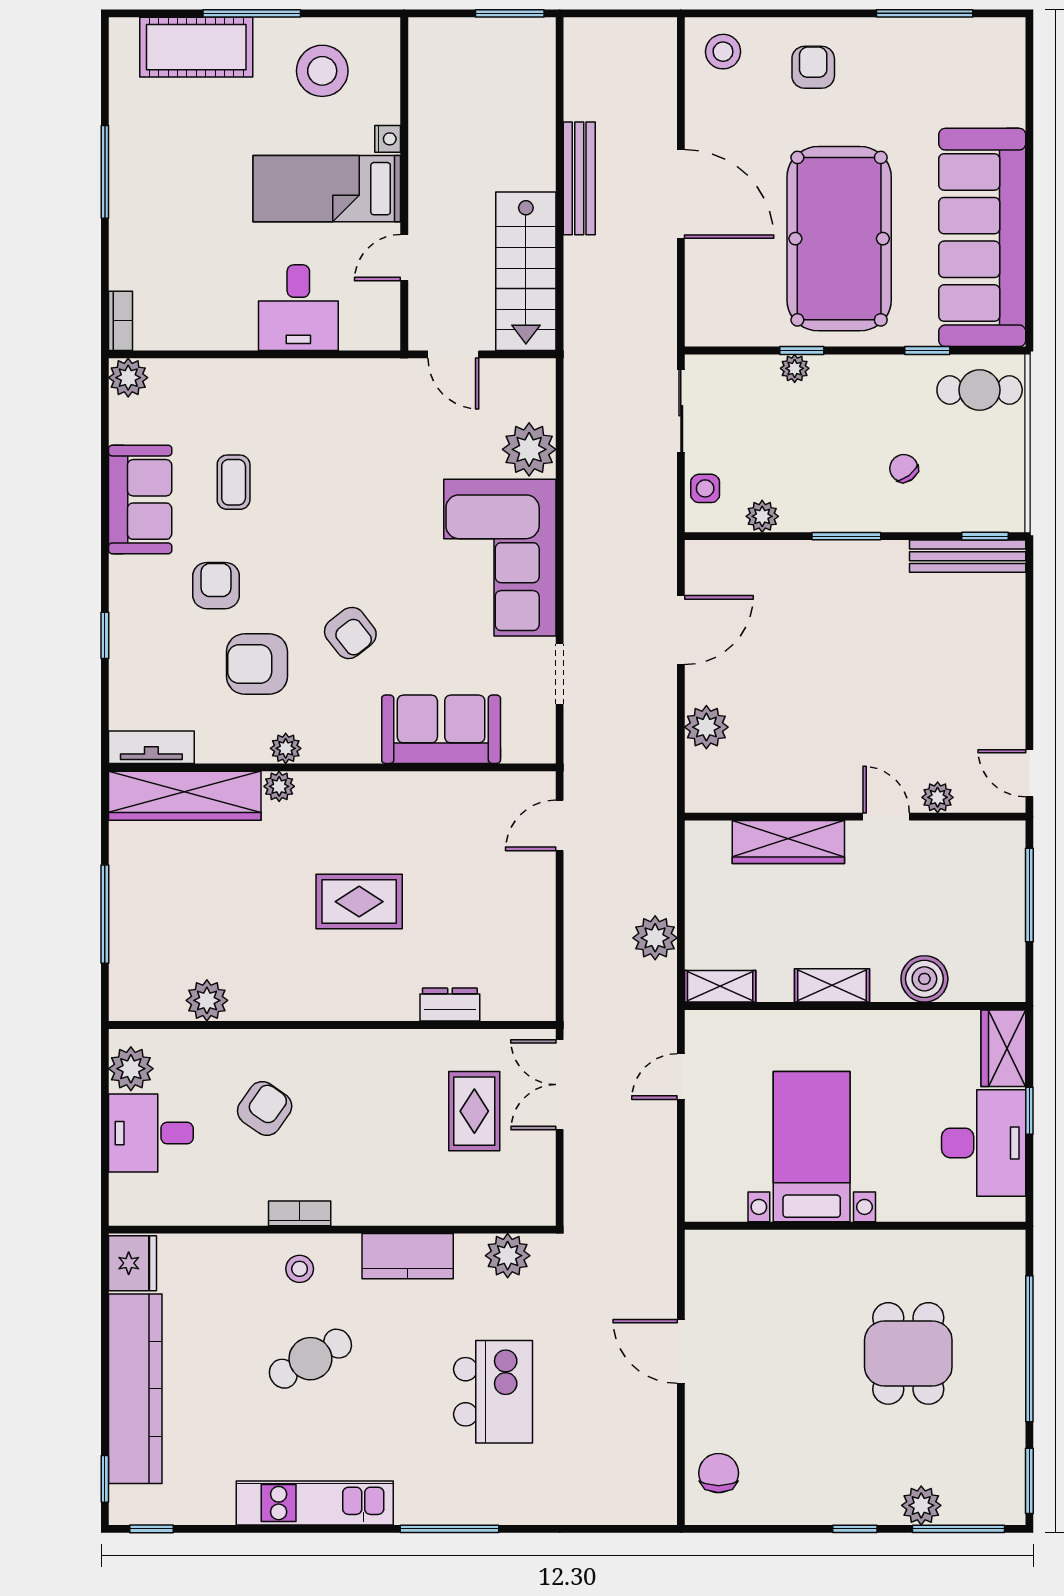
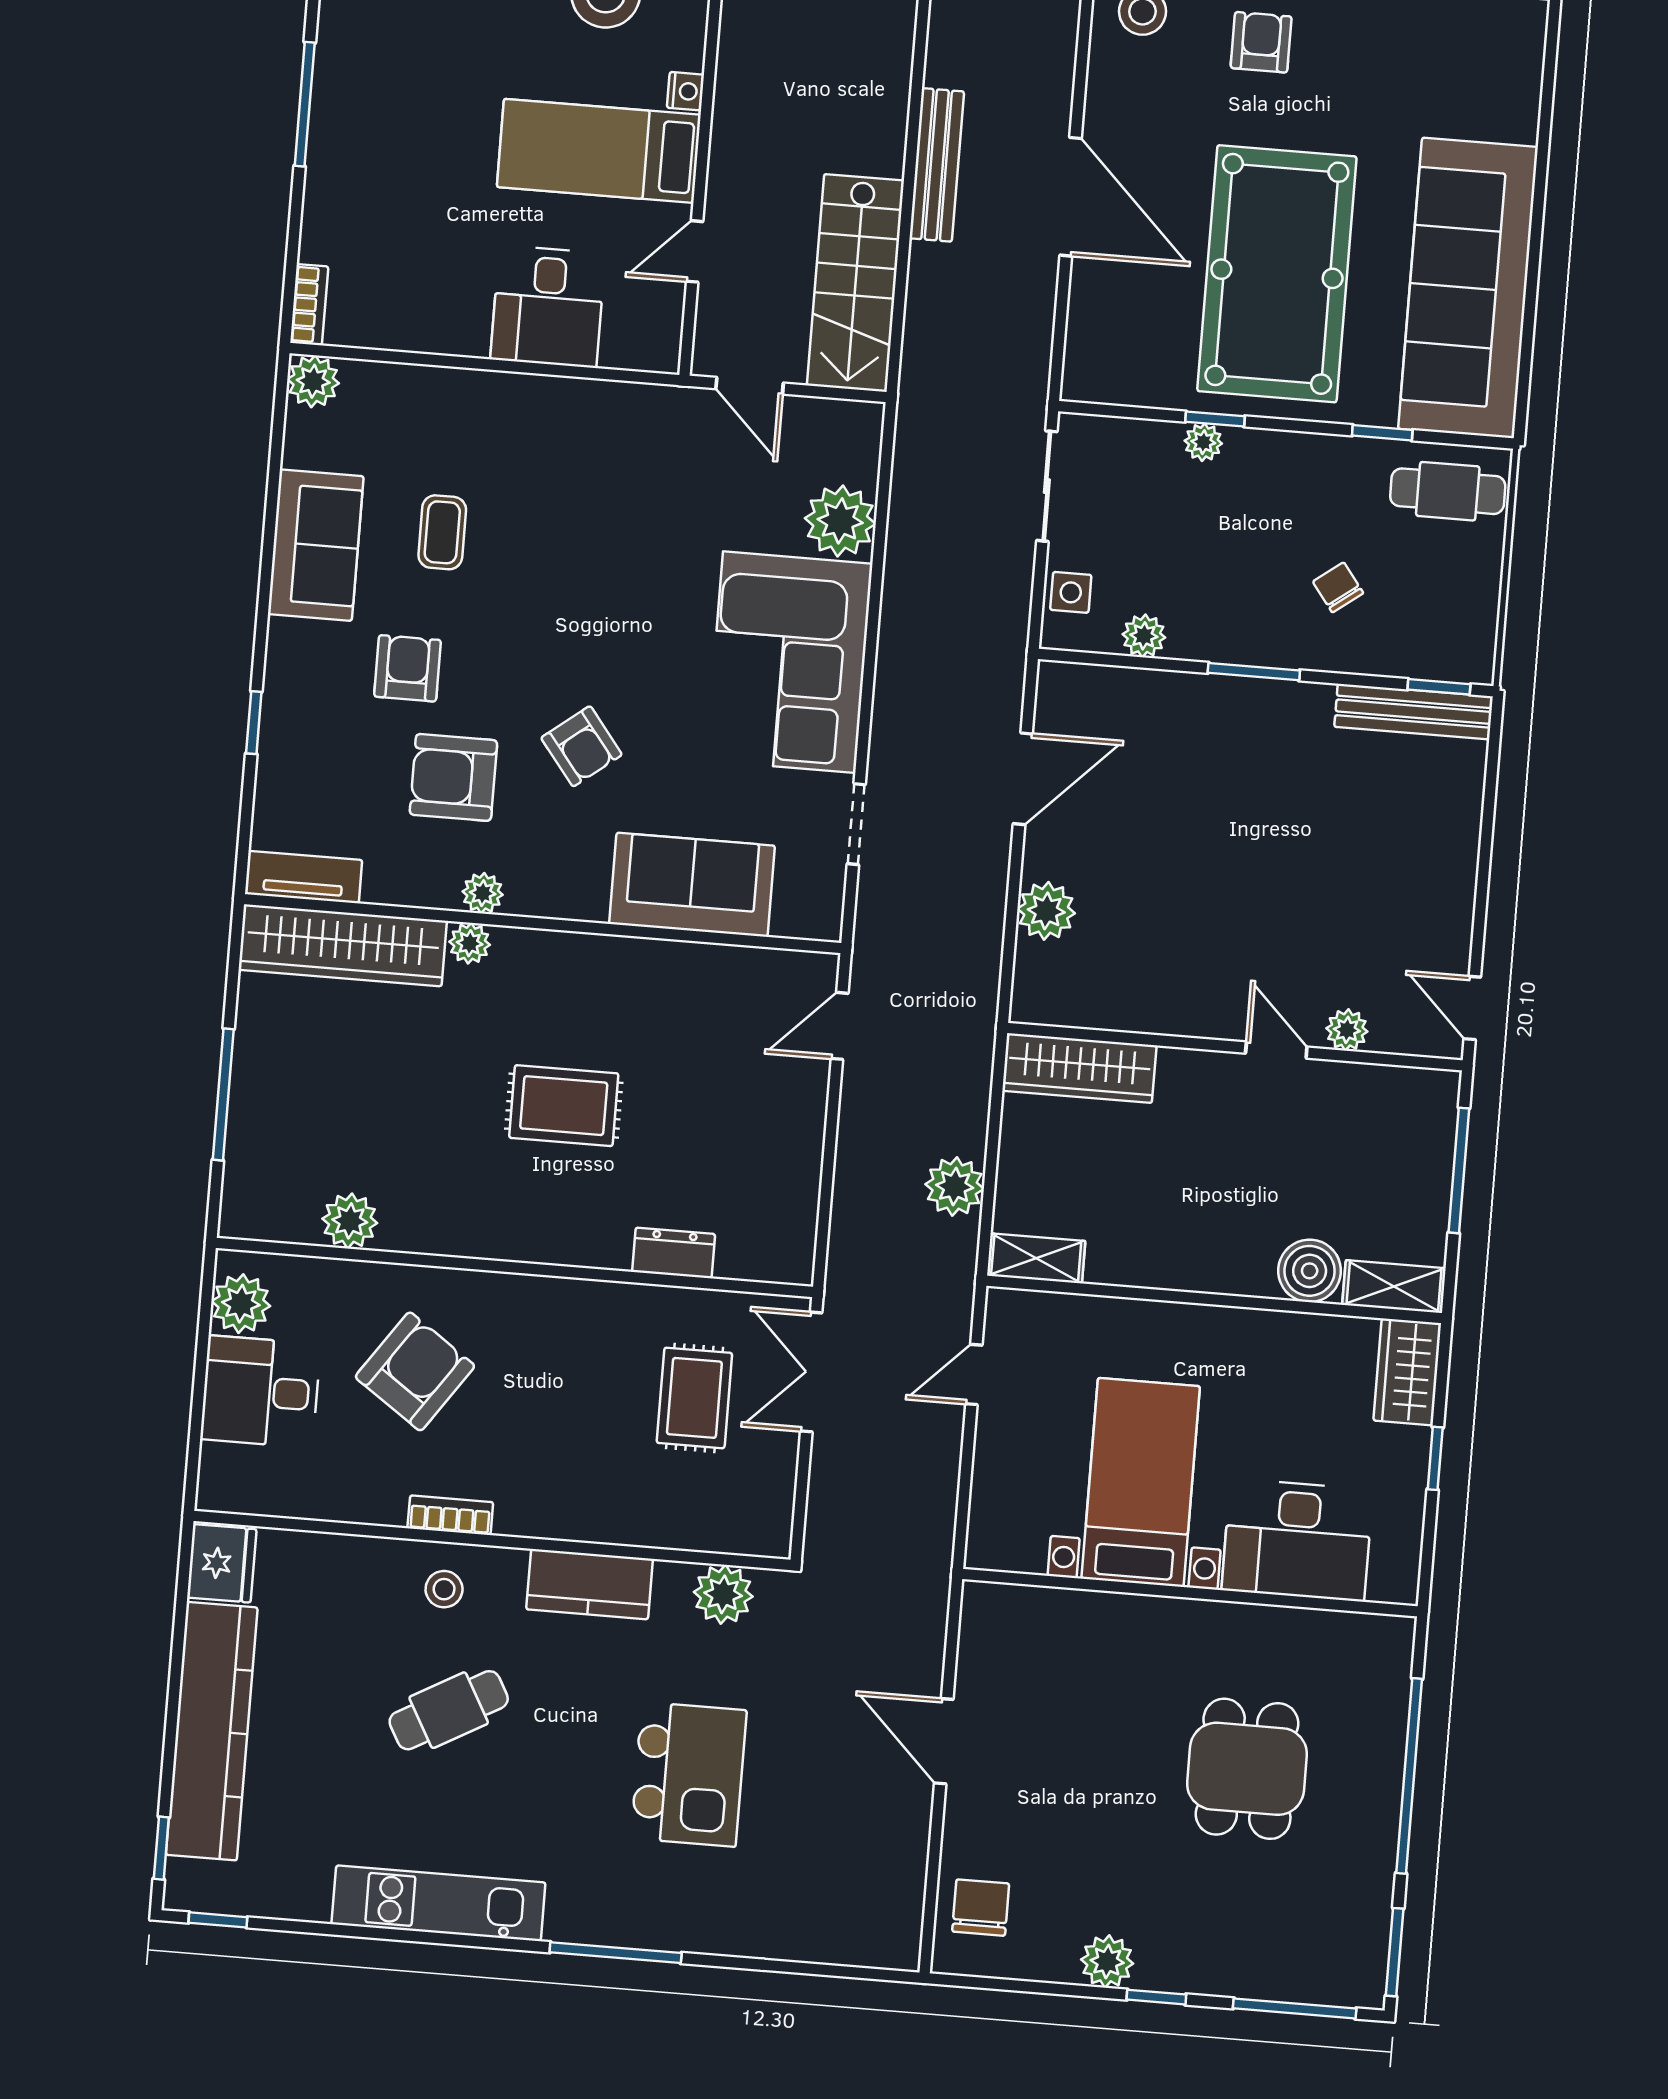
wardrobe: (788, 842) -> (1079, 1068), moved
shelving: (832, 985) -> (1394, 1287), moved
armchair: (265, 1109) -> (415, 1371), width x1.38, depth x1.38
desk: (984, 1143) -> (1297, 1540), moved, turned 90
plant: (921, 1505) -> (1107, 1962), moved

